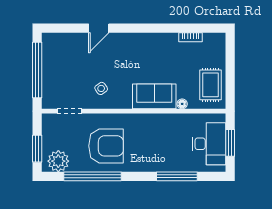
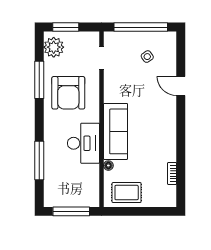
side table: (101, 88) -> (147, 57), moved
sofa: (154, 96) -> (116, 131), width x1.36
window: (230, 143) -> (71, 211), width x1.44
desk: (209, 144) -> (83, 143), moved, turned -90
window: (93, 176) -> (39, 80), width x0.68

